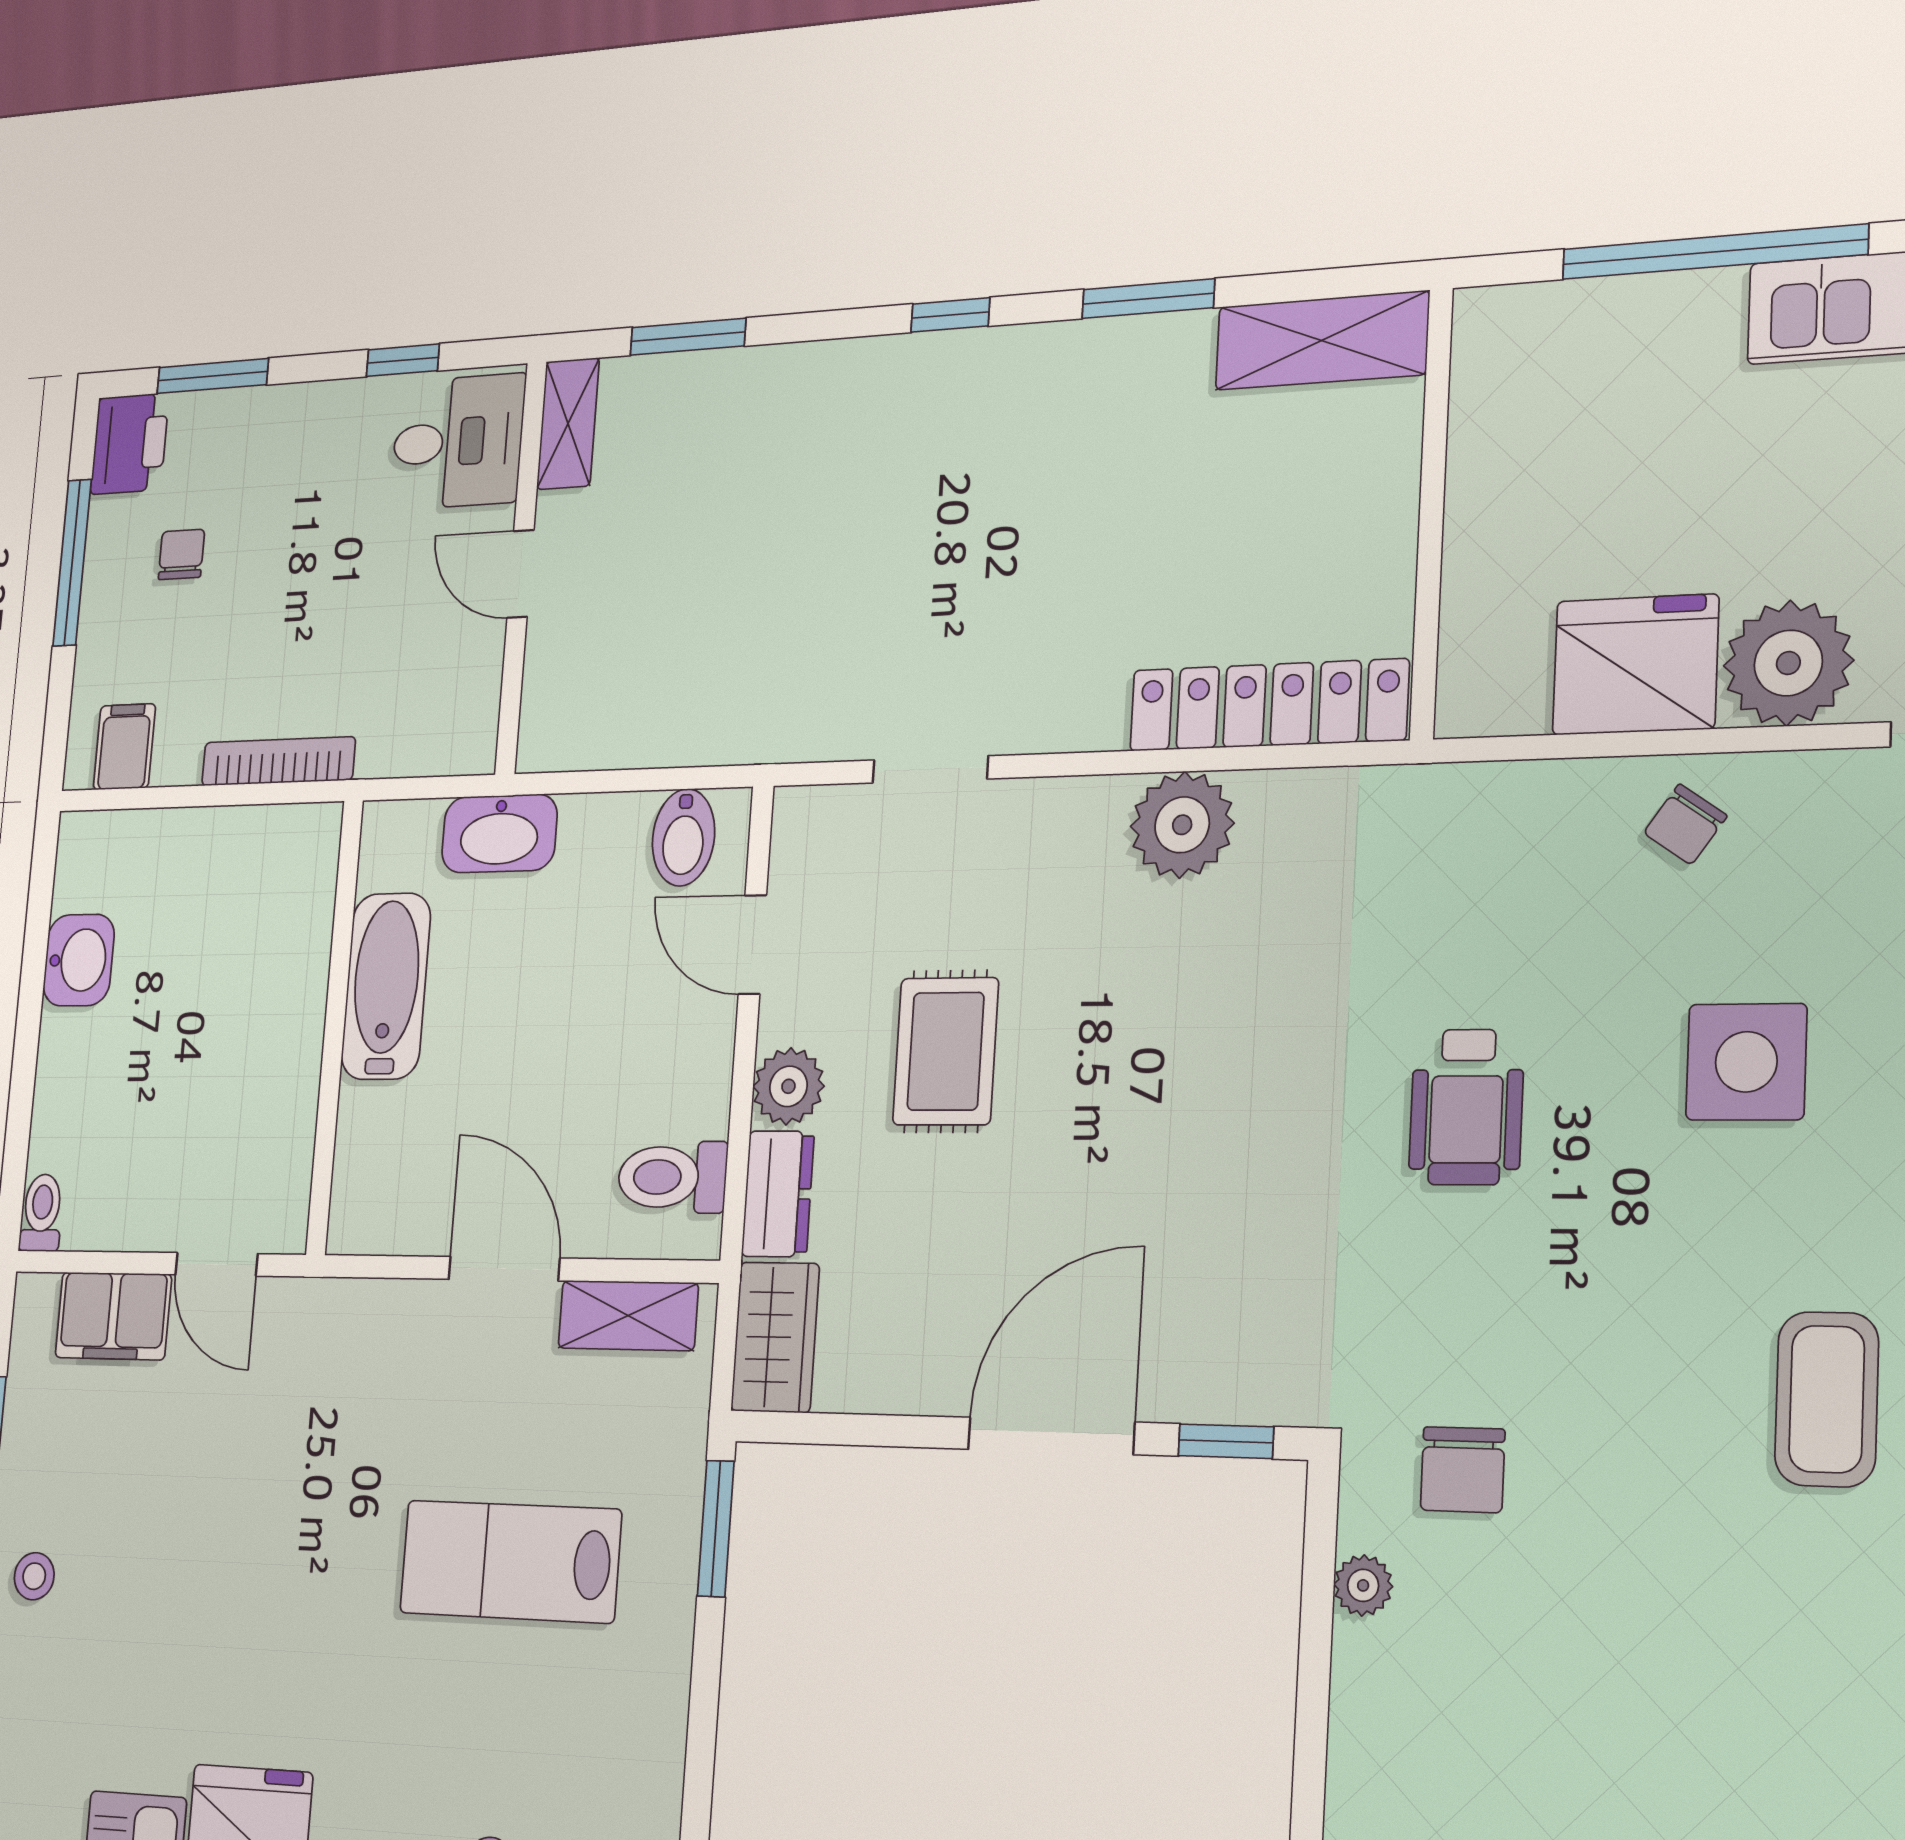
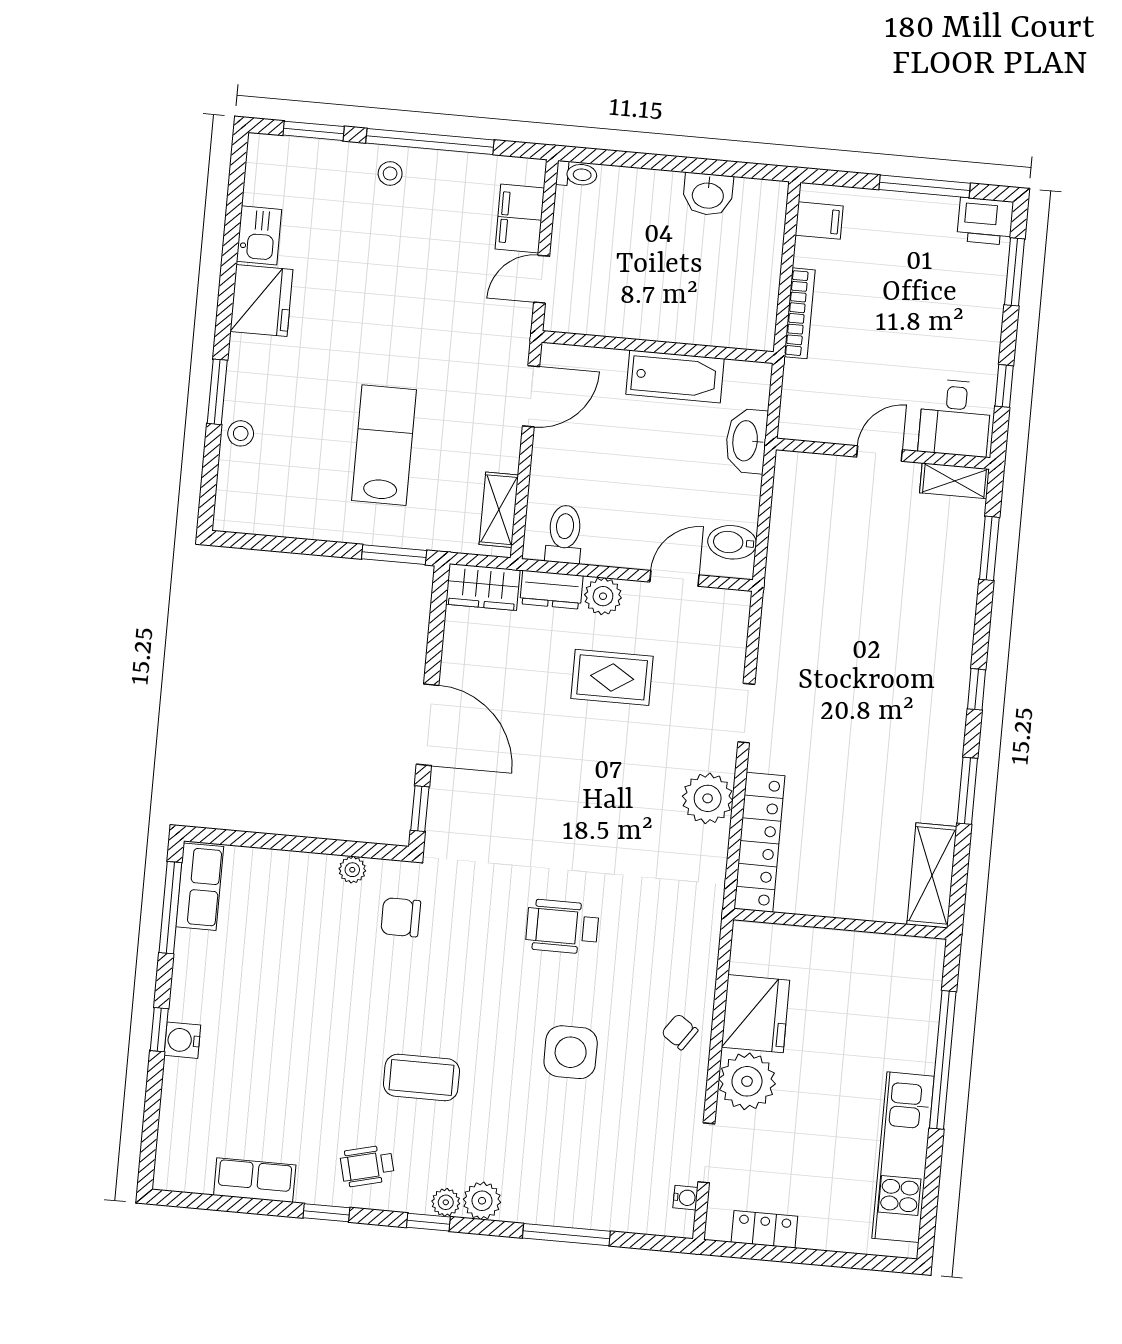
chair: (181, 554) -> (919, 254), removed
doorway: (930, 769) -> (746, 713), moved
door: (504, 1269) -> (531, 396), moved

